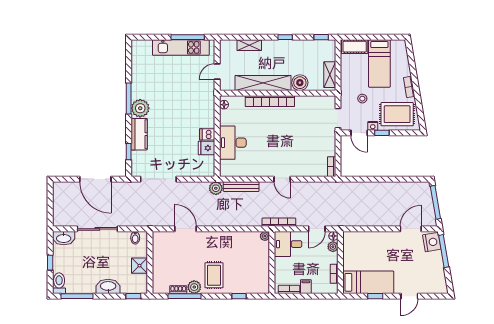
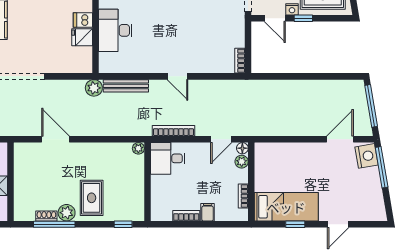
plant: (265, 236) -> (138, 148), moved
desk: (288, 244) -> (168, 158), moved
wall: (272, 263) -> (147, 182), moved

